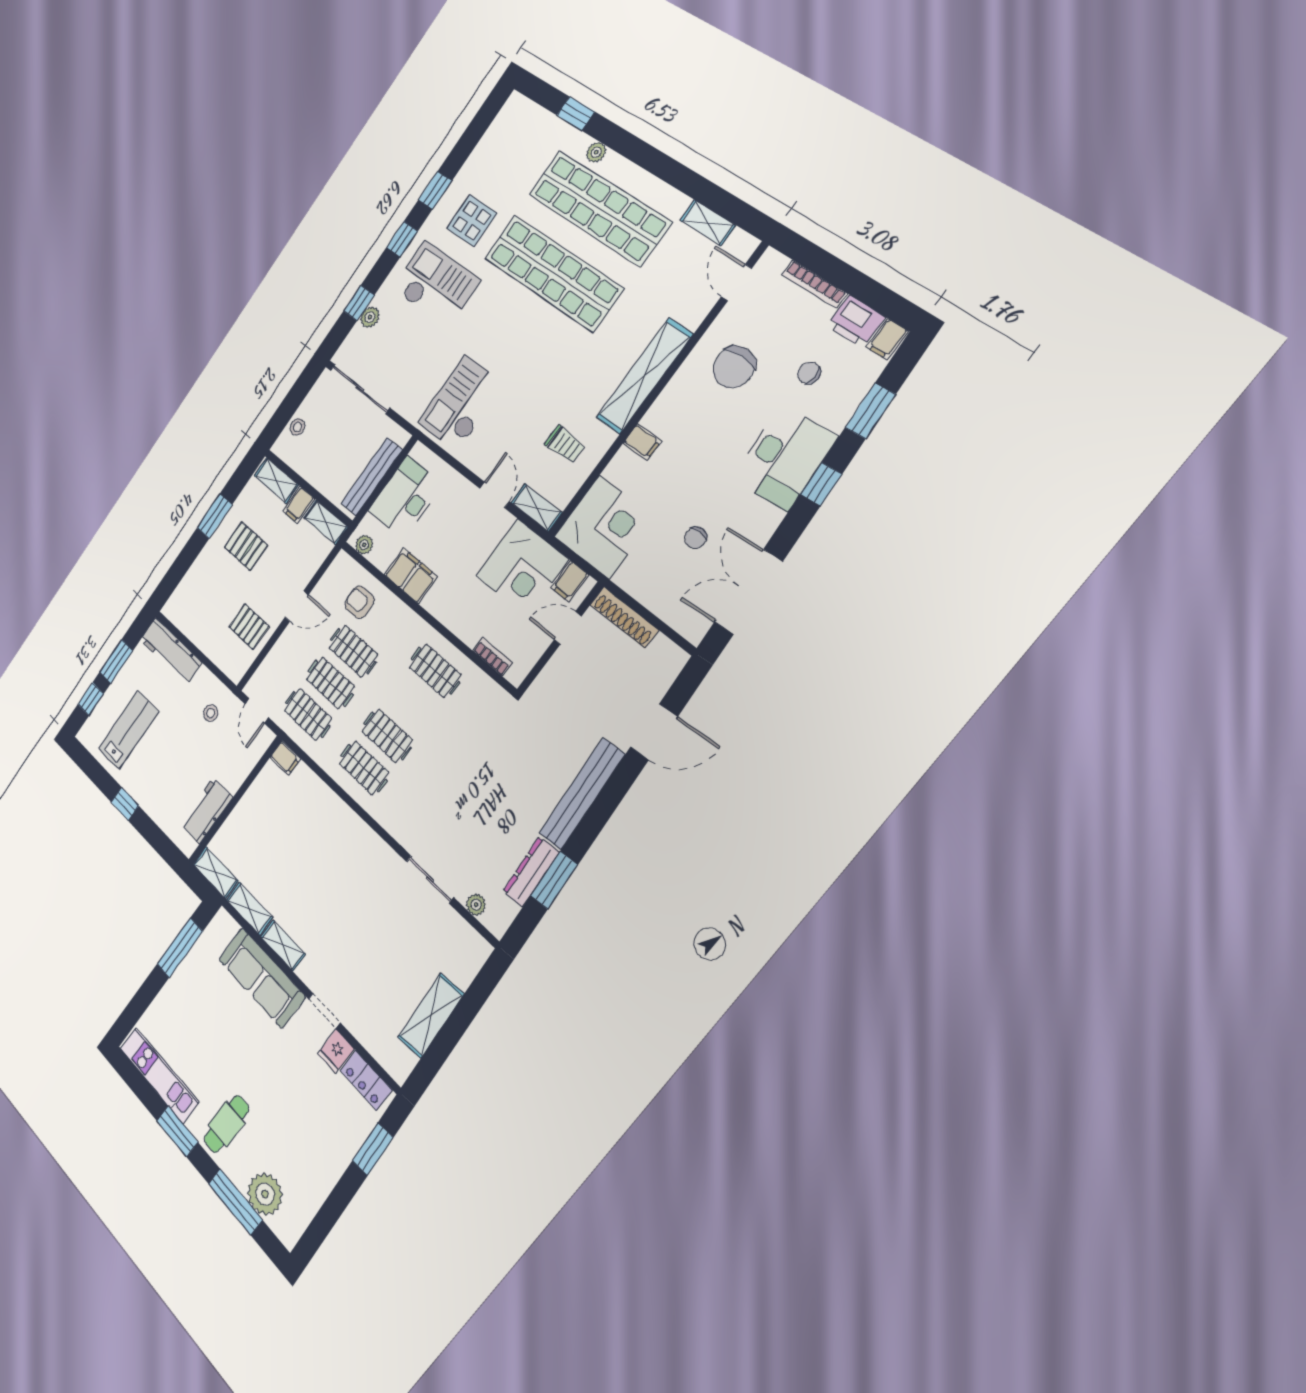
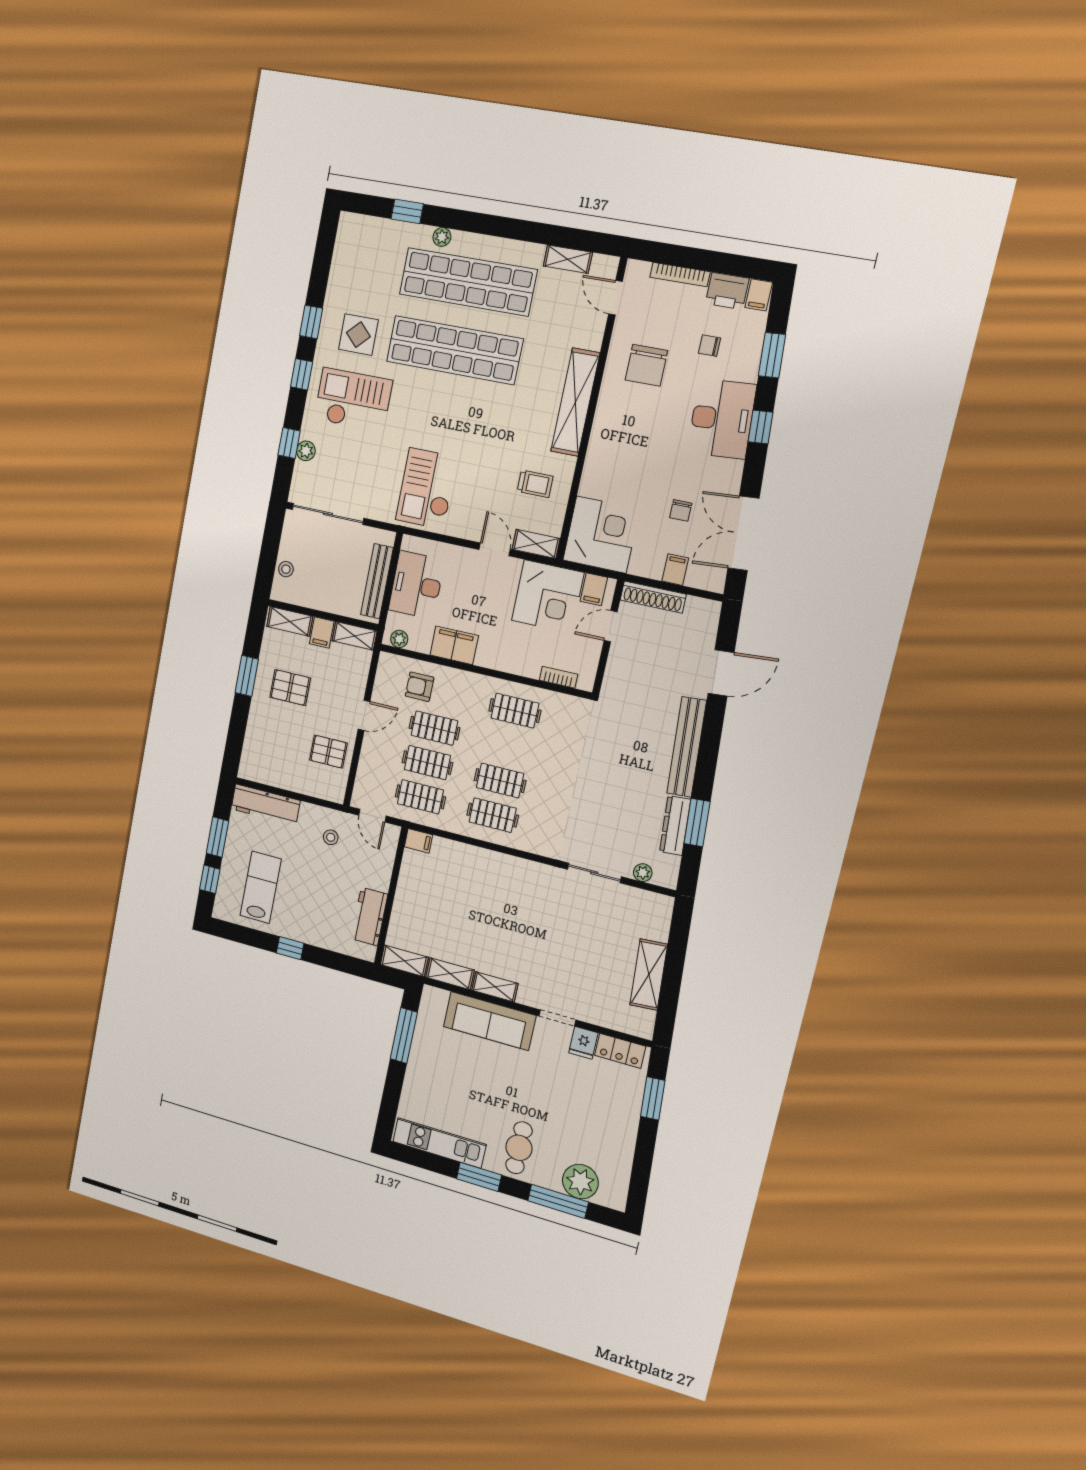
filing cabinet: (642, 442) -> (675, 570), moved, turned -90

